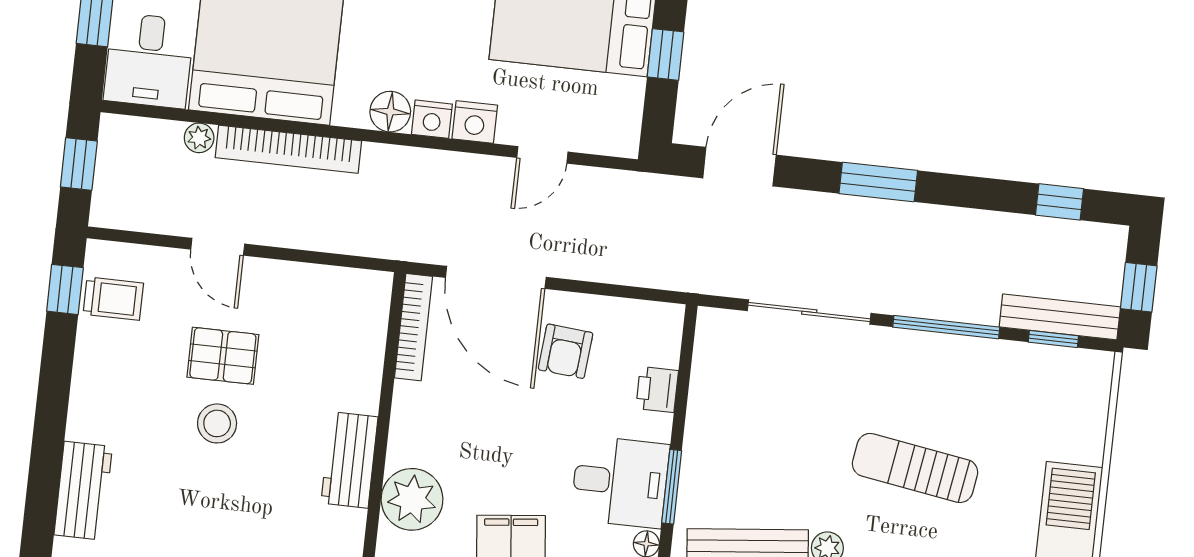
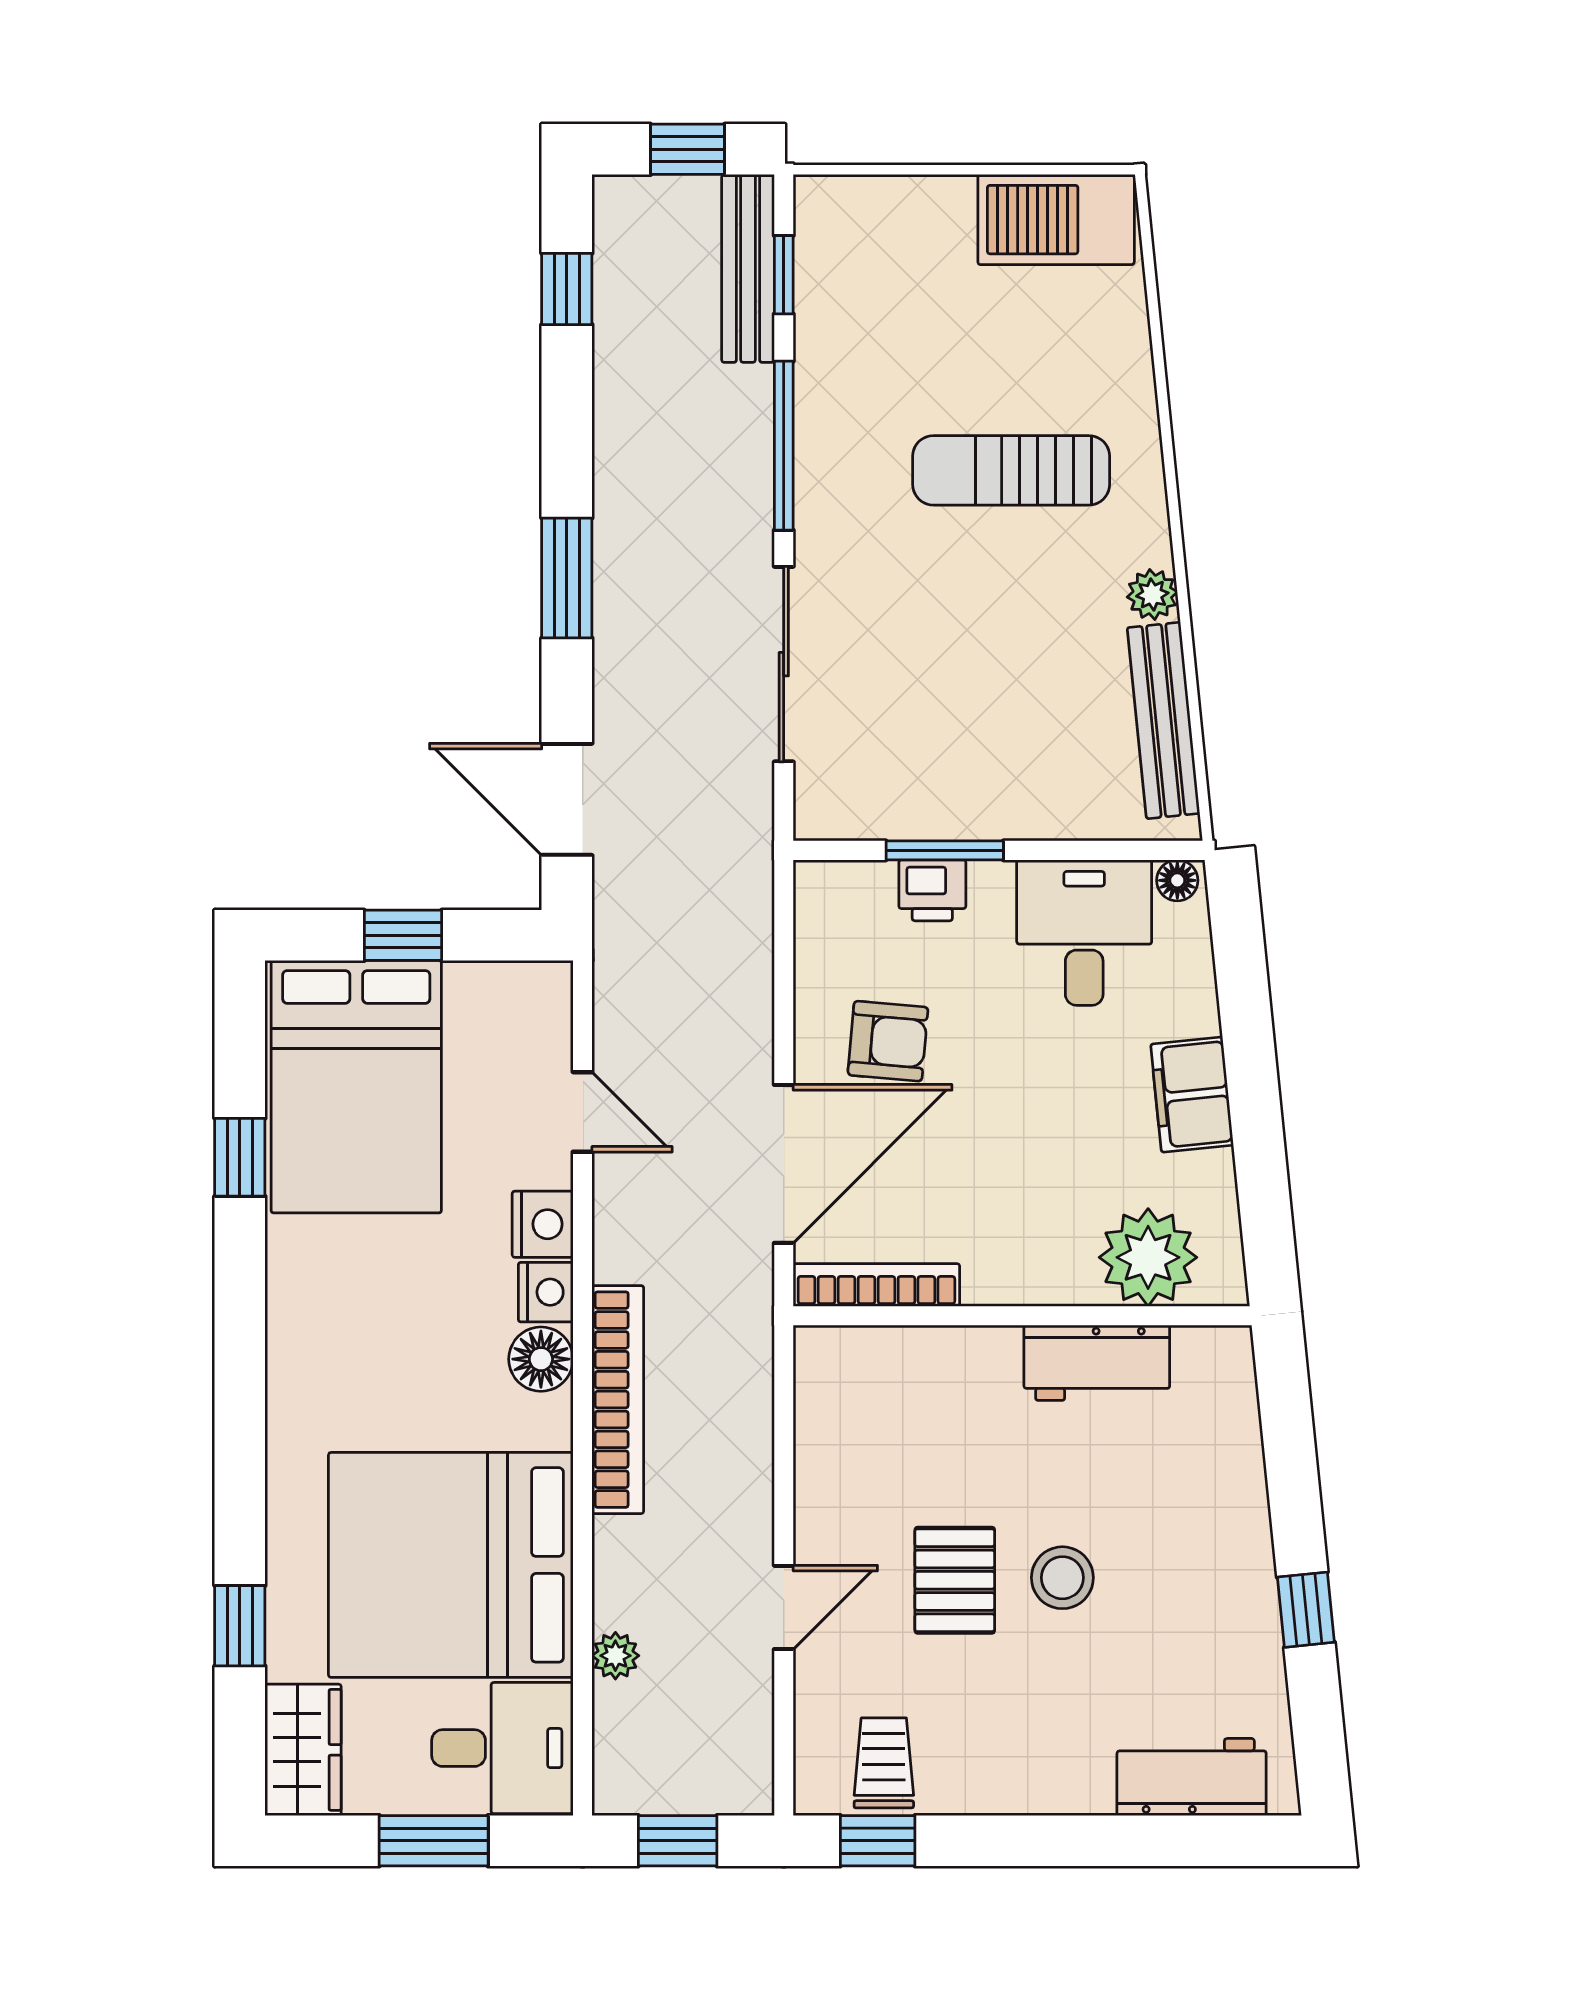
bookcase: (288, 149) -> (618, 1400), moved
sun lounger: (915, 468) -> (1011, 470), turned 81
window: (672, 487) -> (945, 850), moved

